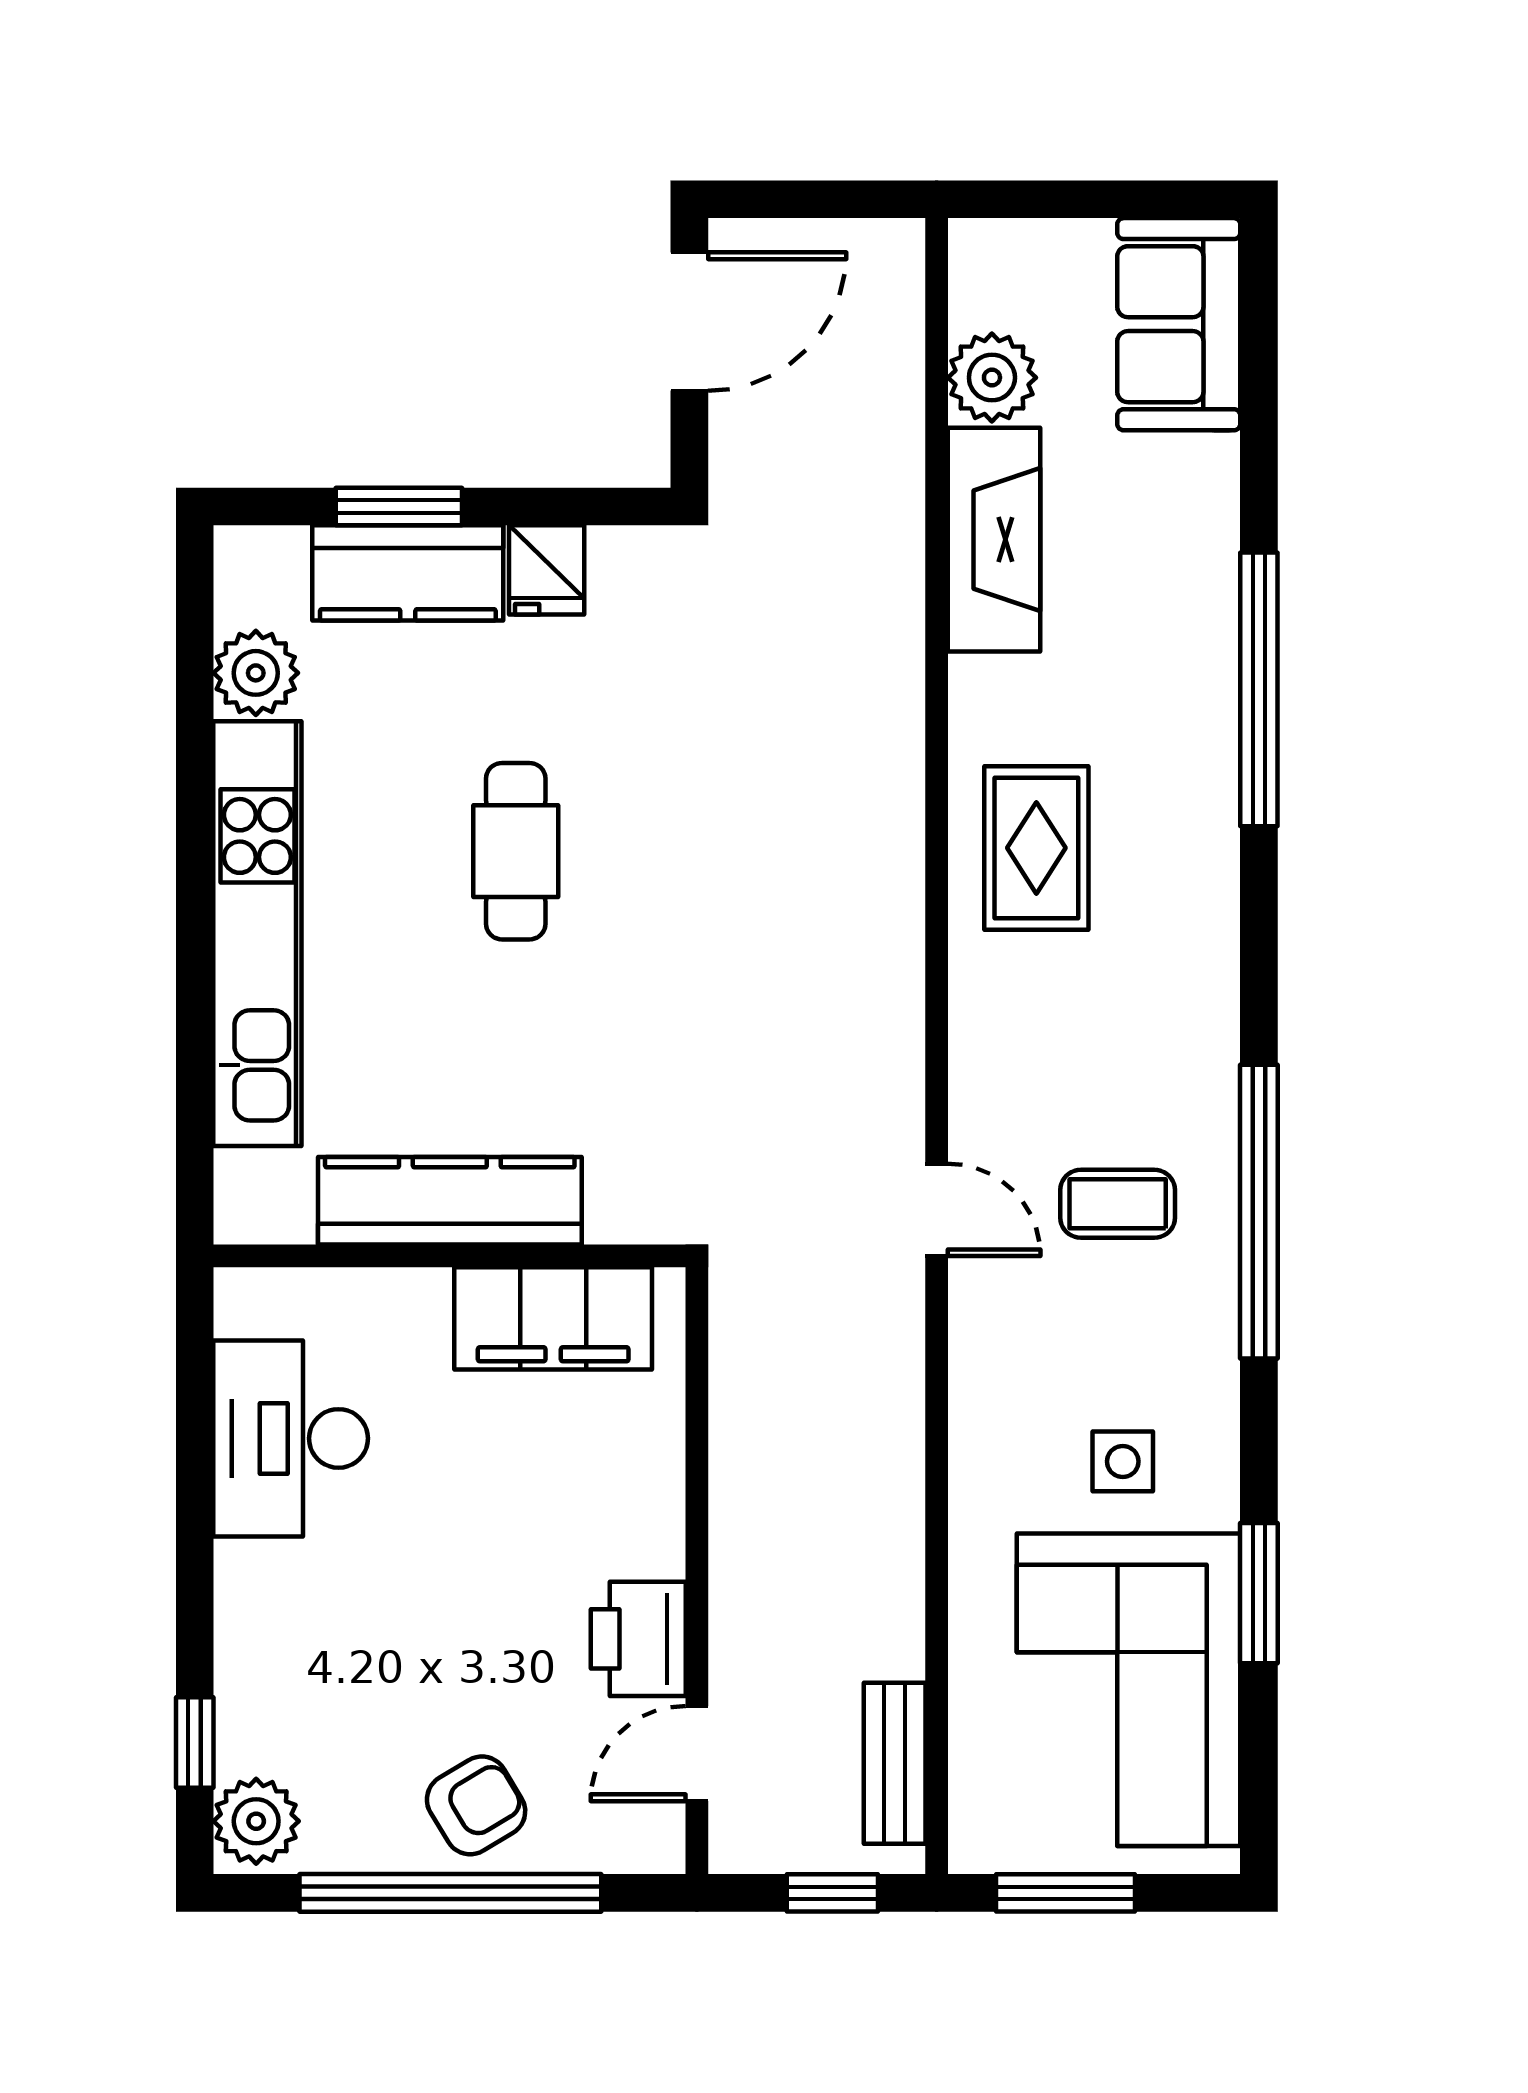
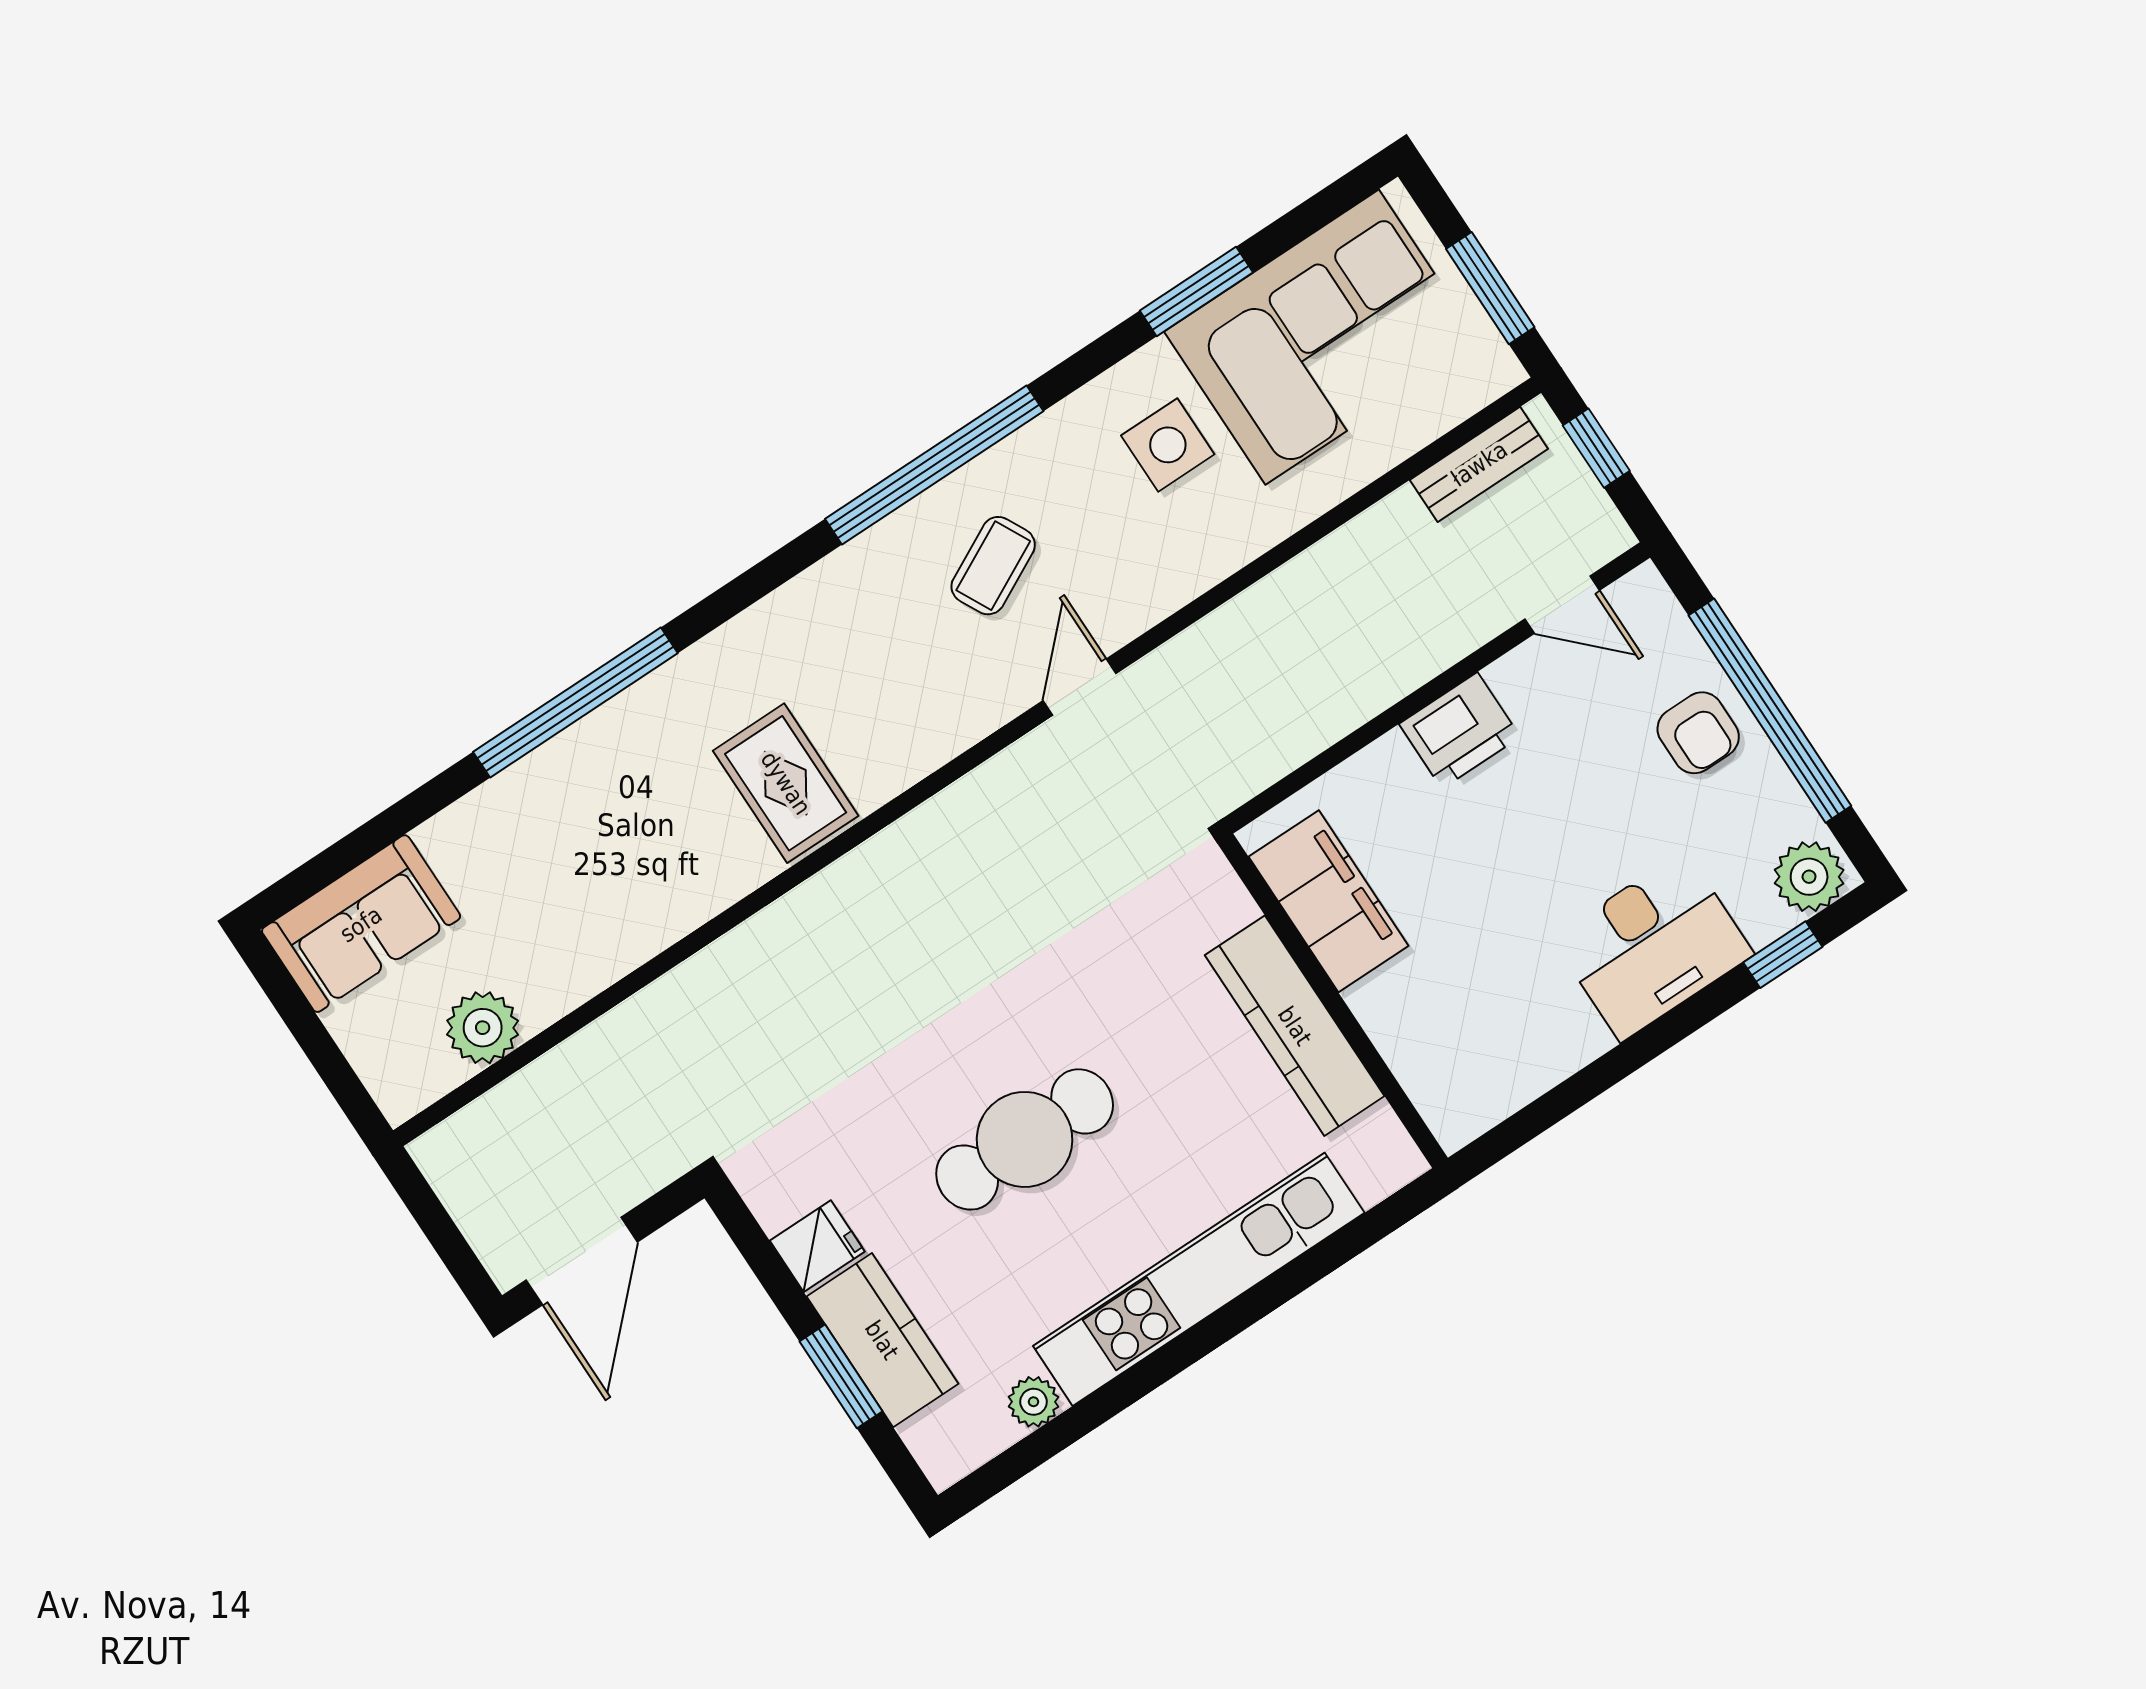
door: (689, 322) -> (582, 1261), swing flipped
fireplace: (994, 540) -> (593, 953), removed
plant: (256, 673) -> (1034, 1402), width x0.73, depth x0.73
rug: (1036, 848) -> (786, 783), turned 90
cafe table: (516, 851) -> (1025, 1139), width x1.37, depth x1.35
coffee table: (1118, 1204) -> (993, 566), turned 63
desk: (291, 1438) -> (1653, 946), moved
side table: (1123, 1461) -> (1168, 445), width x1.37, depth x1.37
printer: (638, 1639) -> (1460, 730), moved
armchair: (476, 1805) -> (1698, 733), turned -149

